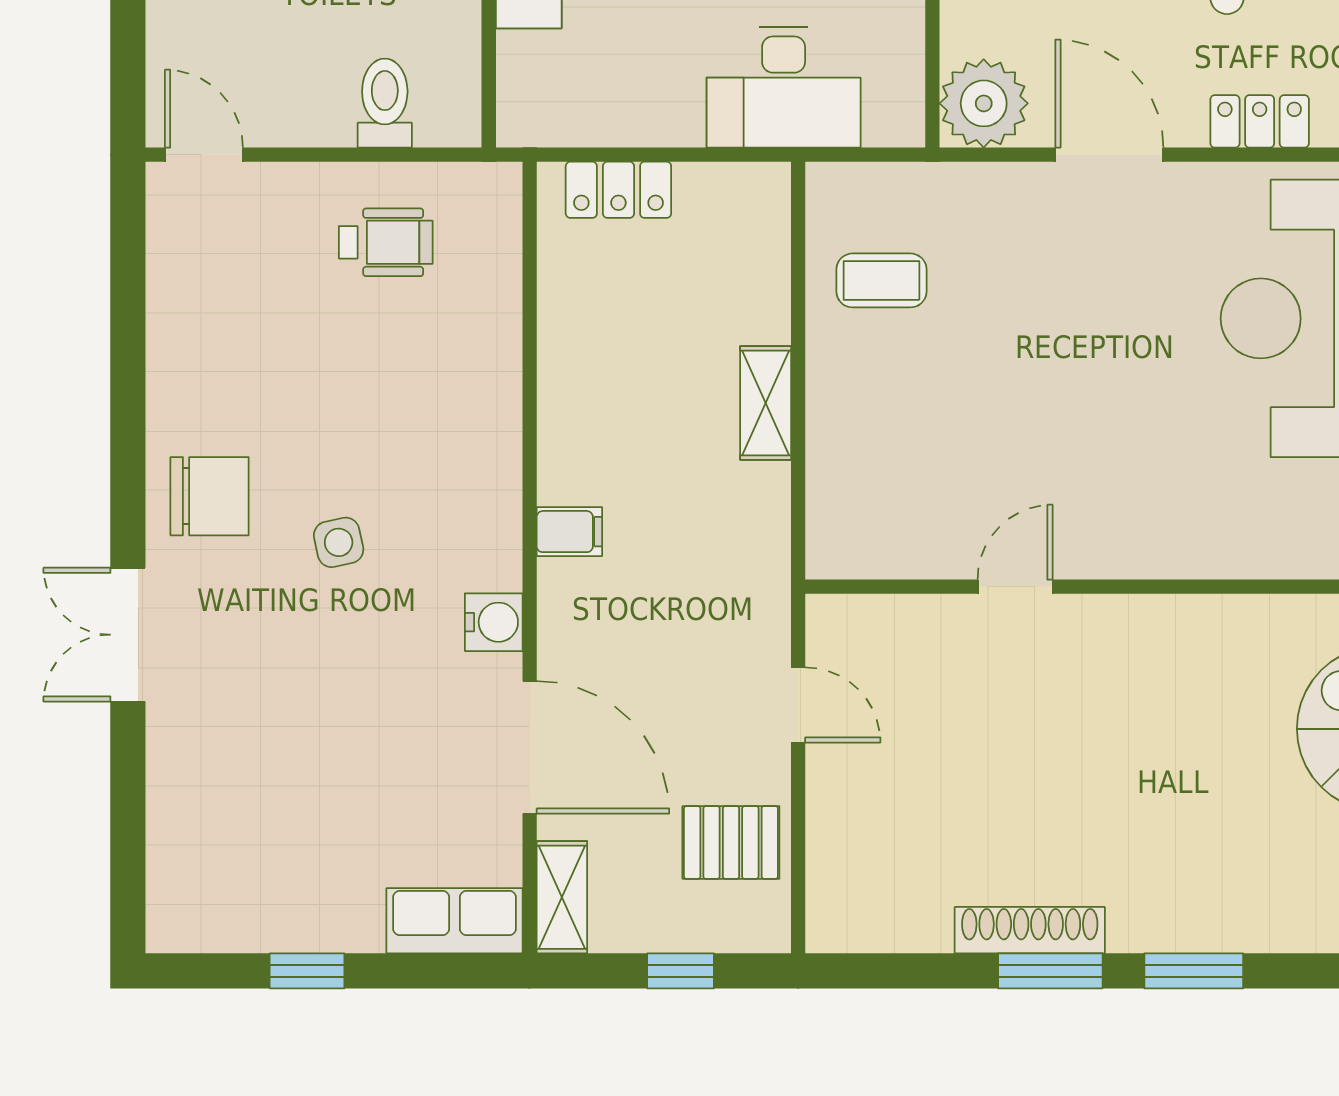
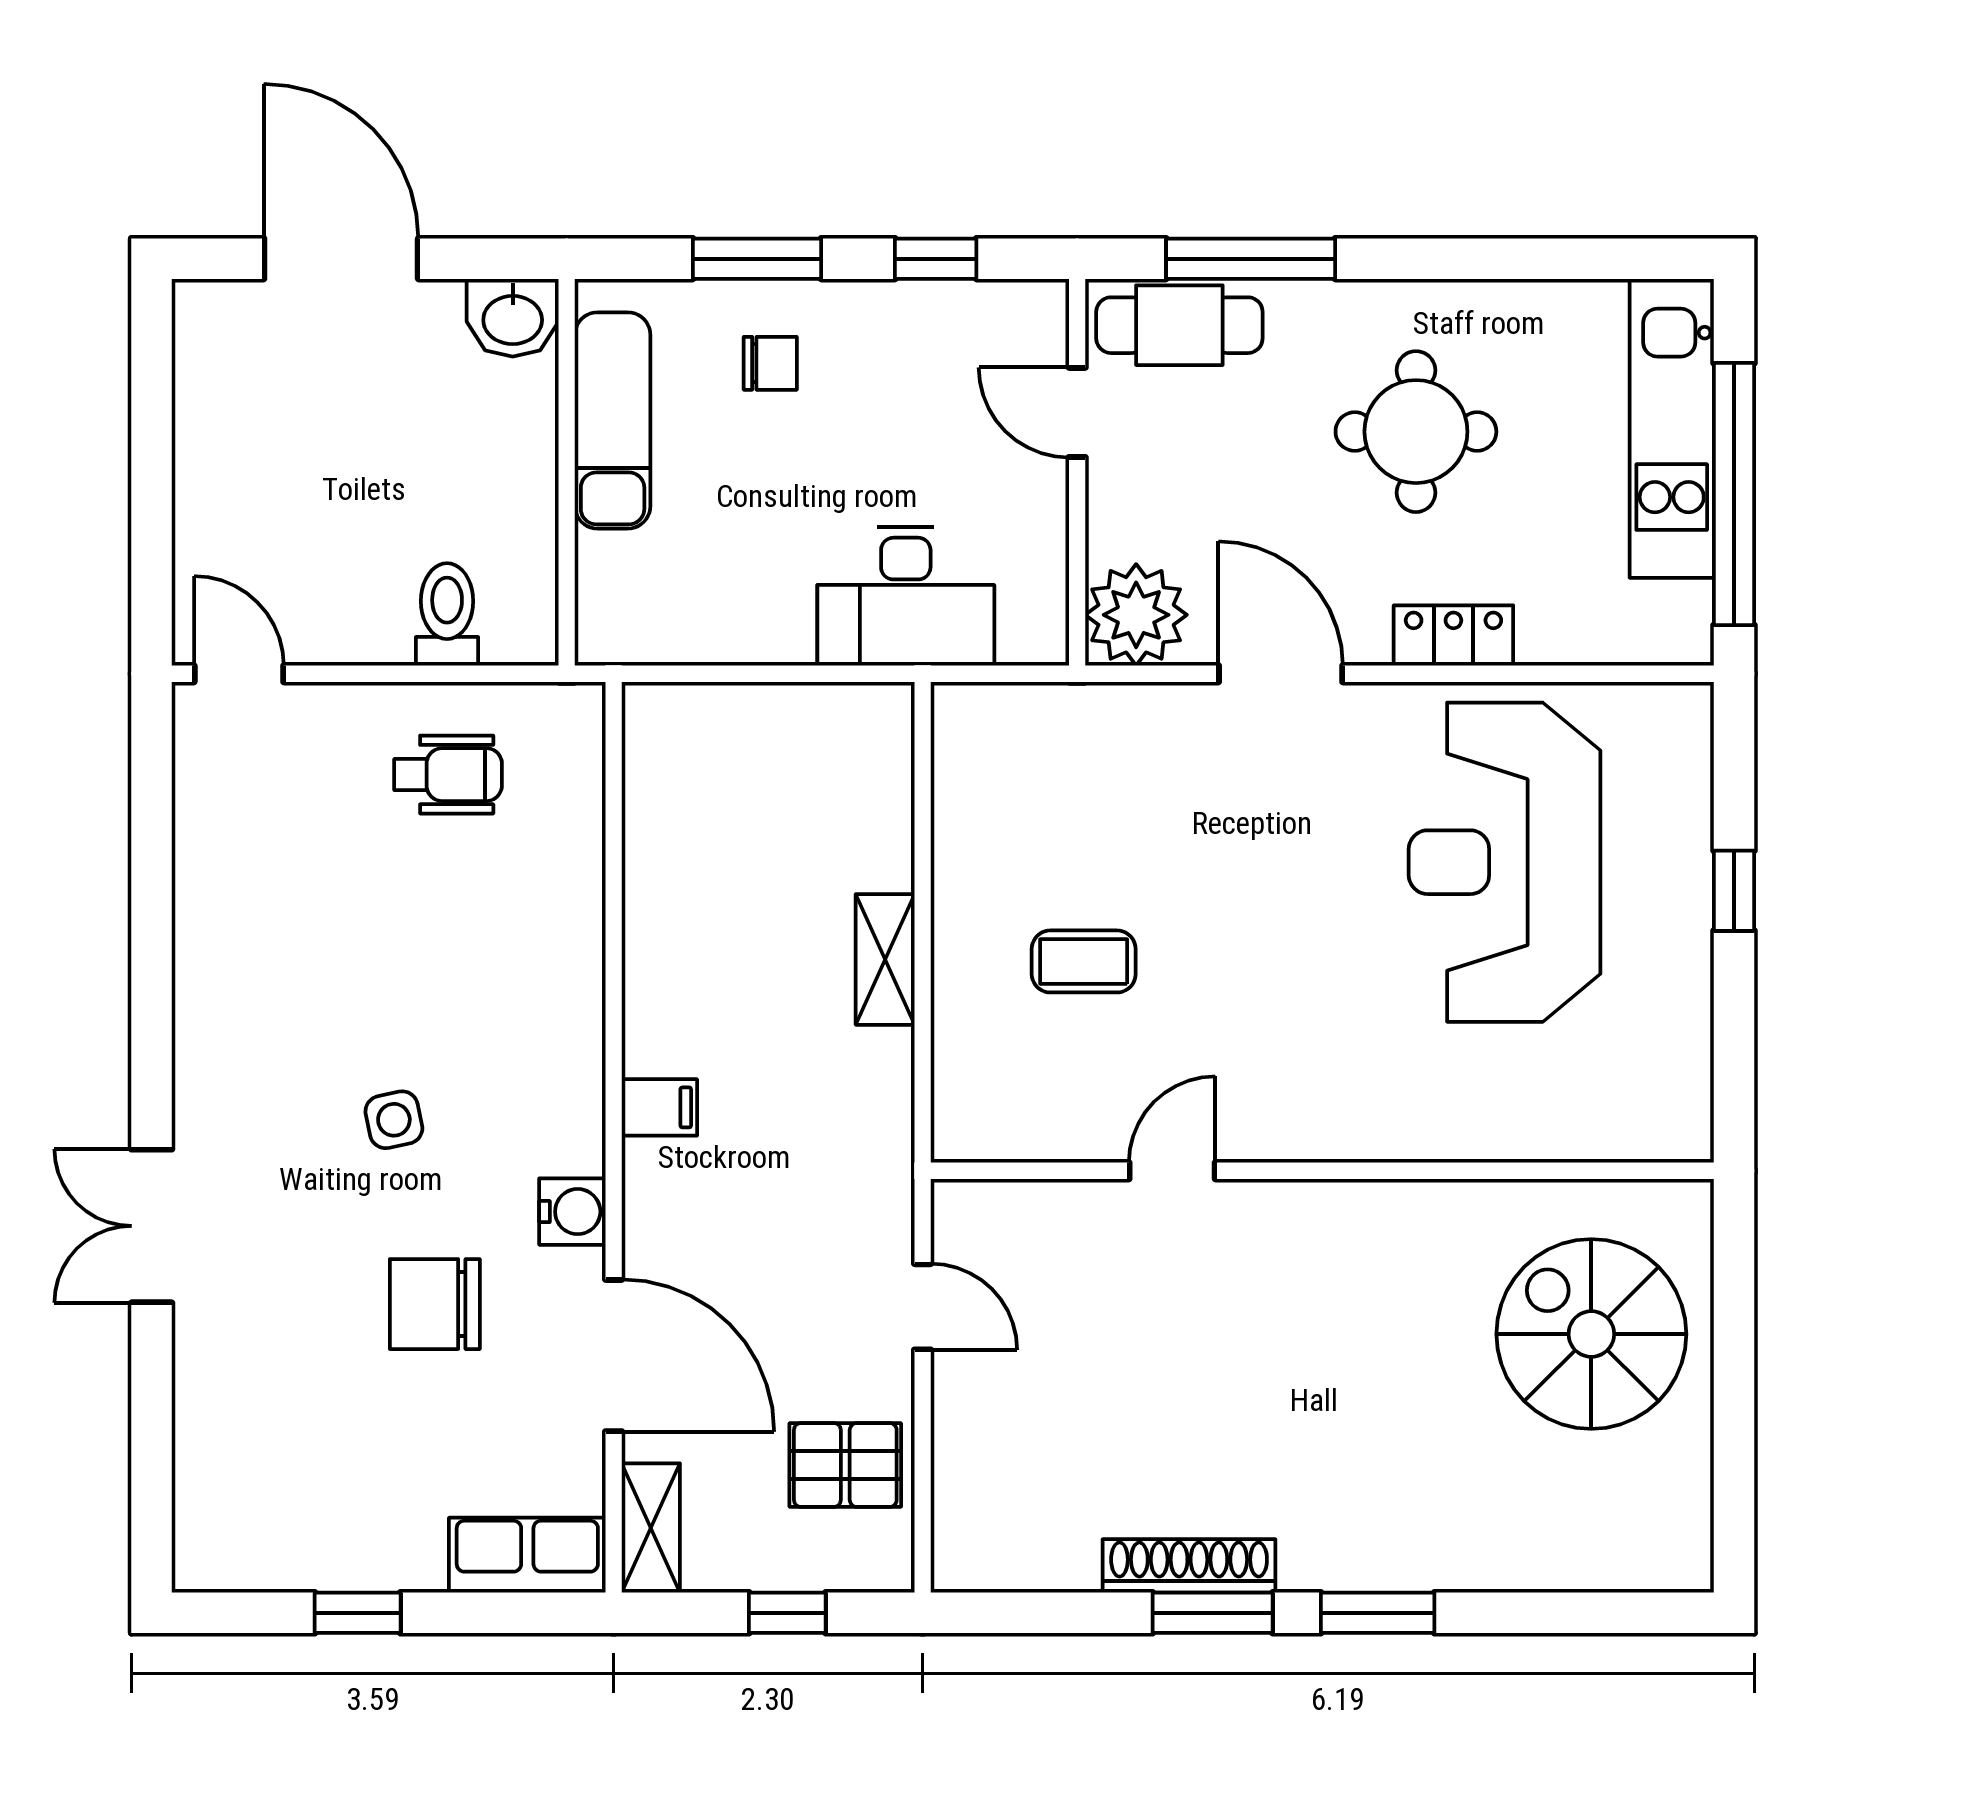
locker: (618, 190) -> (716, 714), removed
coffee table: (881, 280) -> (1084, 961), moved
chair: (210, 496) -> (435, 1304), moved, turned 180

